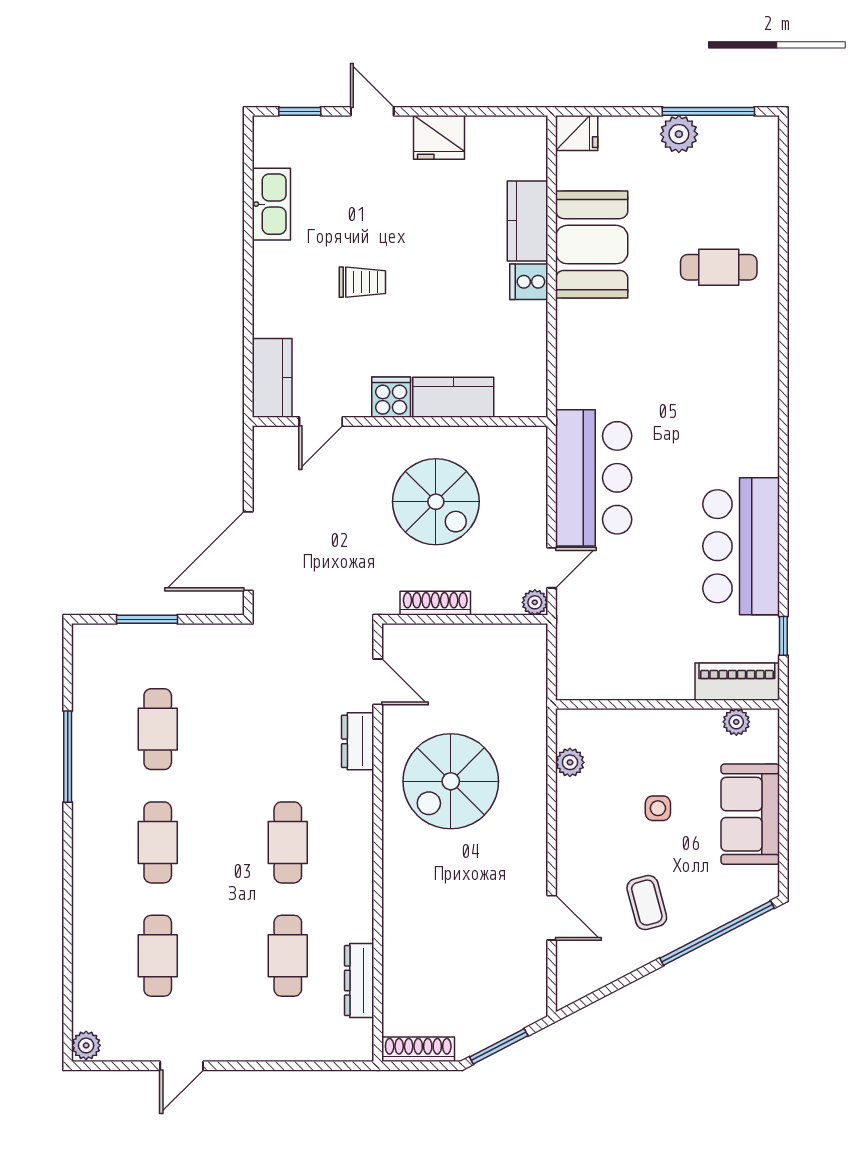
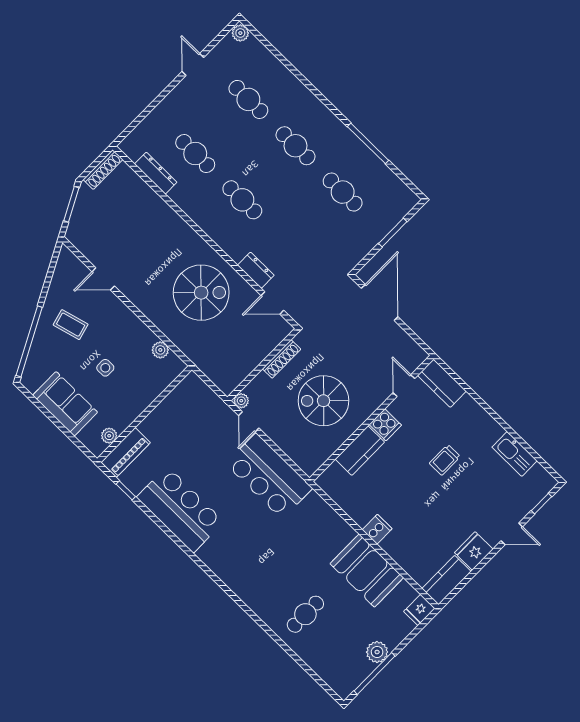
kitchen counter: (527, 221) -> (447, 580), moved, turned -90
spiral stairs: (451, 781) -> (201, 293), turned 90

